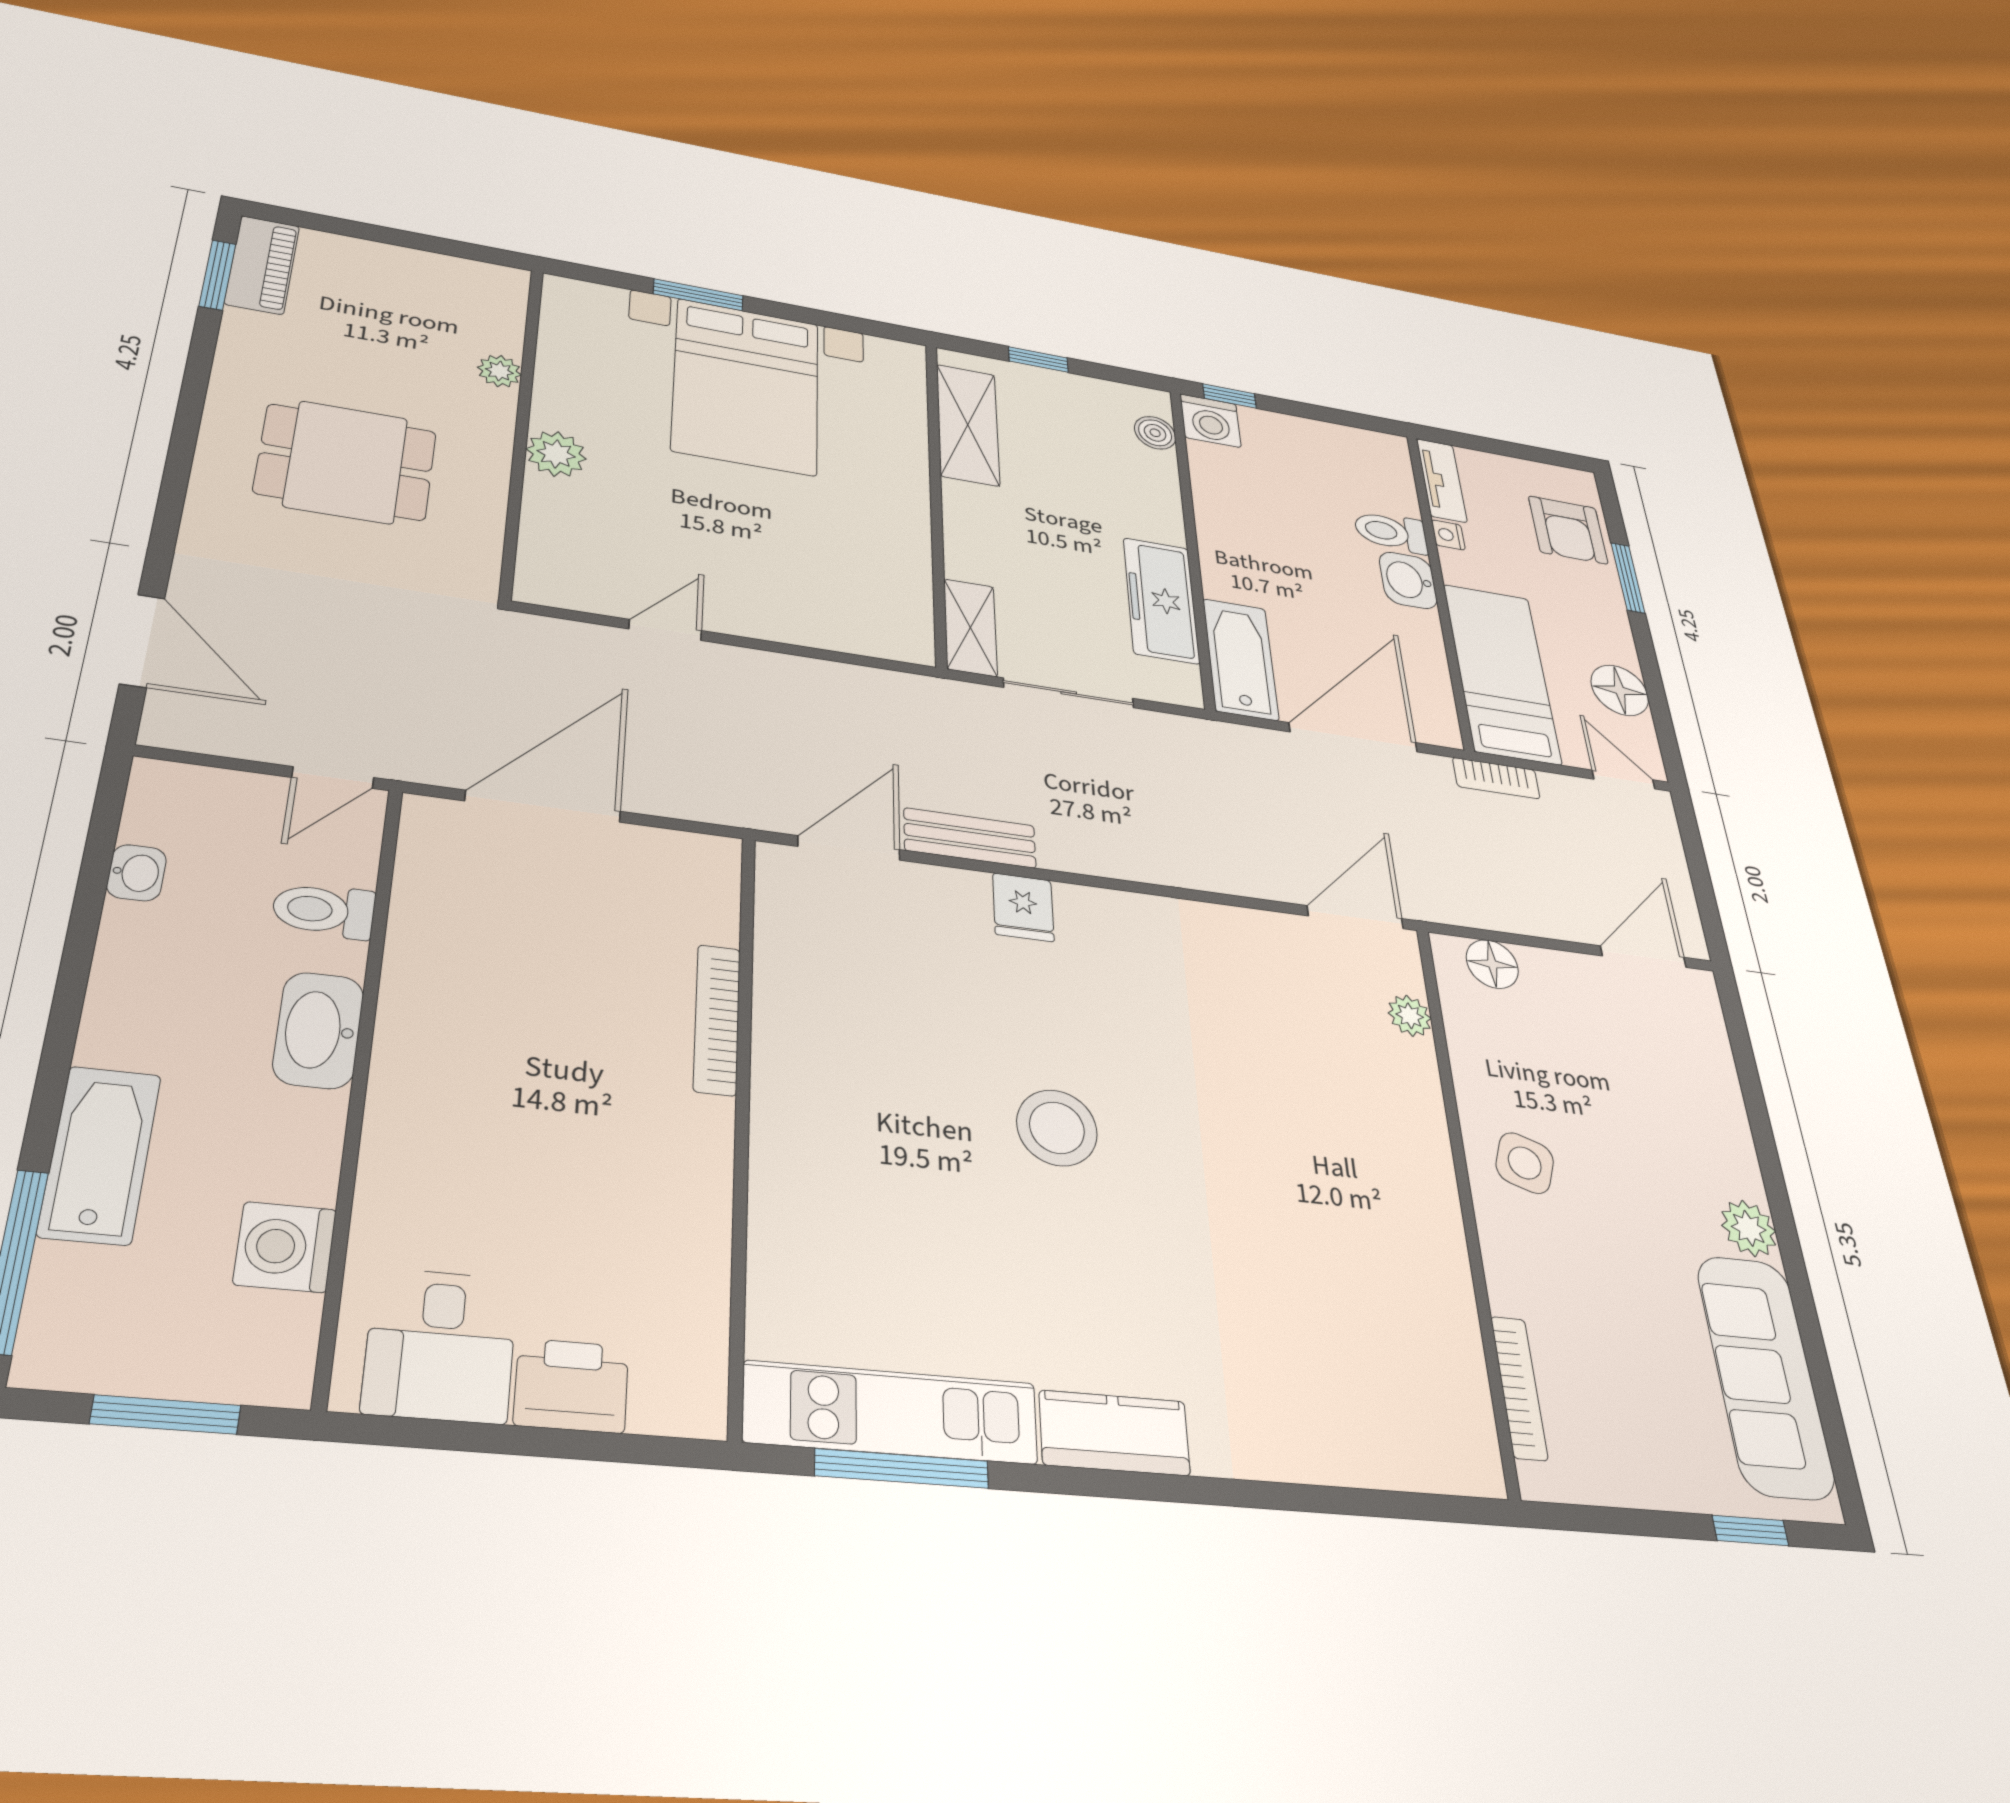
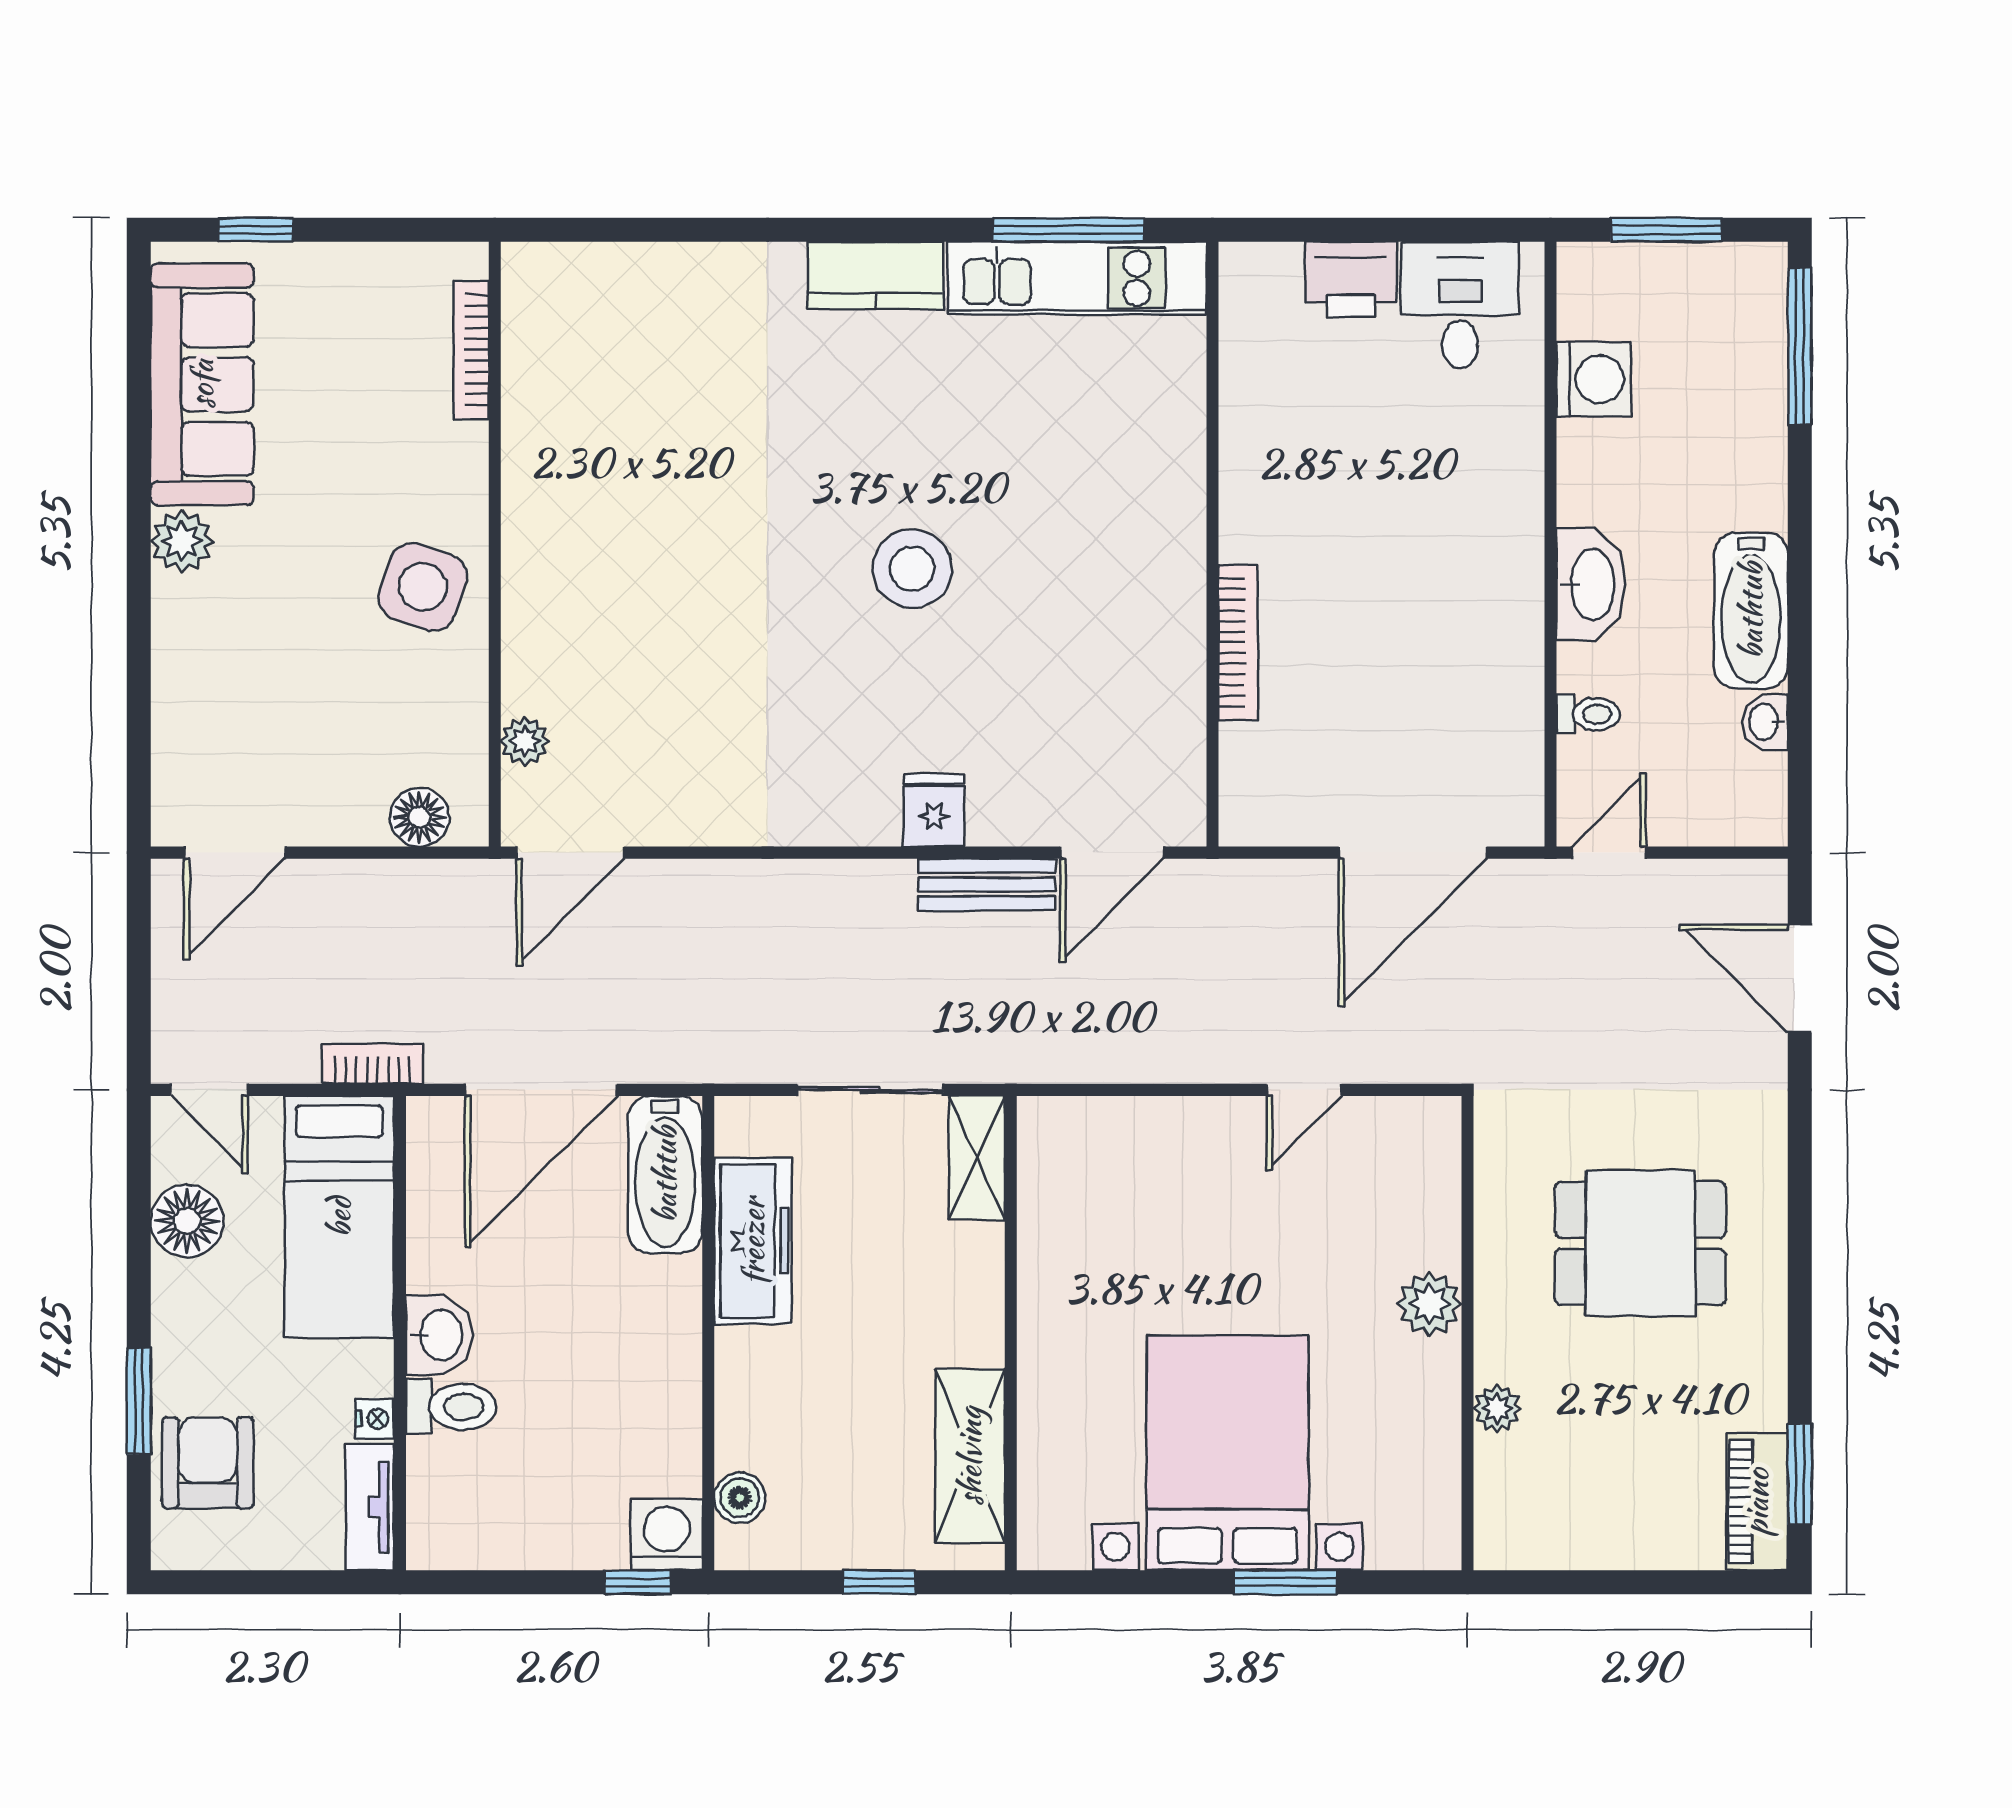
toilet: (324, 910) -> (1588, 714), width x0.73, depth x0.72
bathtub: (100, 1155) -> (1751, 611), moved
side table: (1525, 1163) -> (423, 587), width x1.37, depth x1.37

